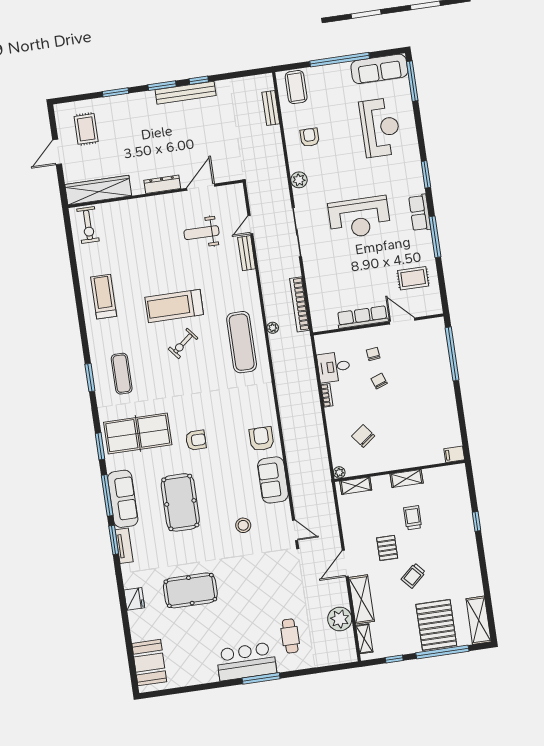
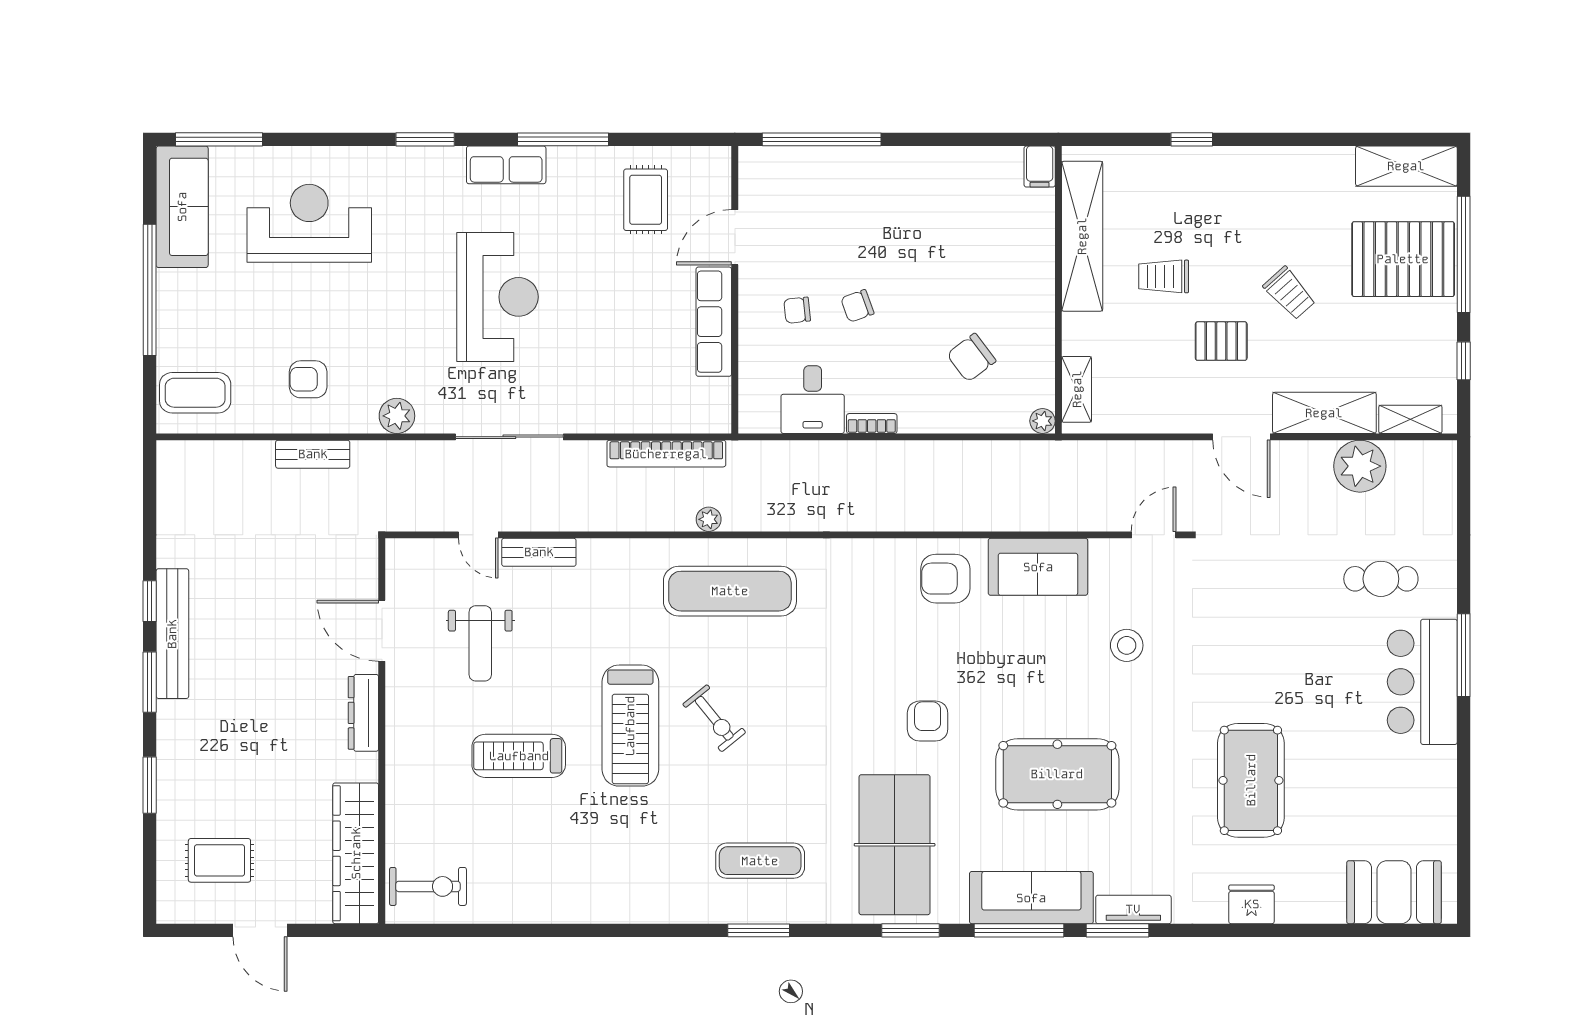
bench: (271, 108) -> (313, 454), moved
treadmill: (104, 297) -> (519, 756), moved
shelving: (407, 478) -> (1082, 236), width x2.20, depth x1.33

